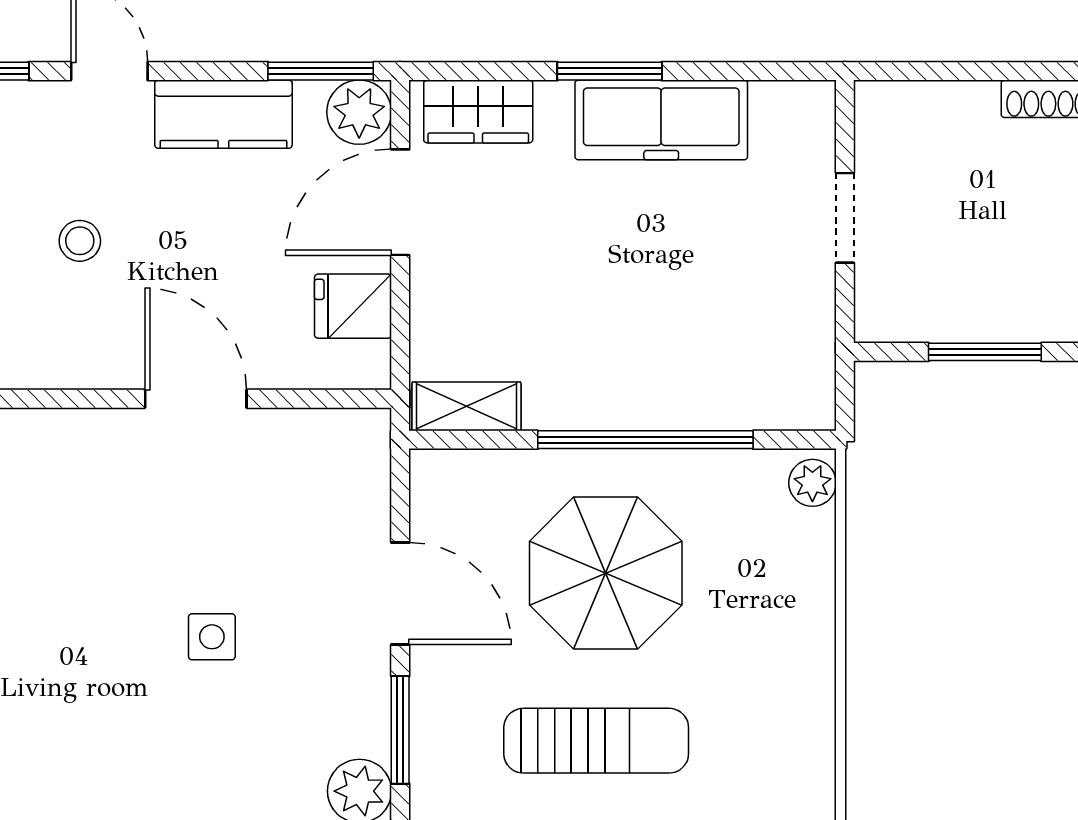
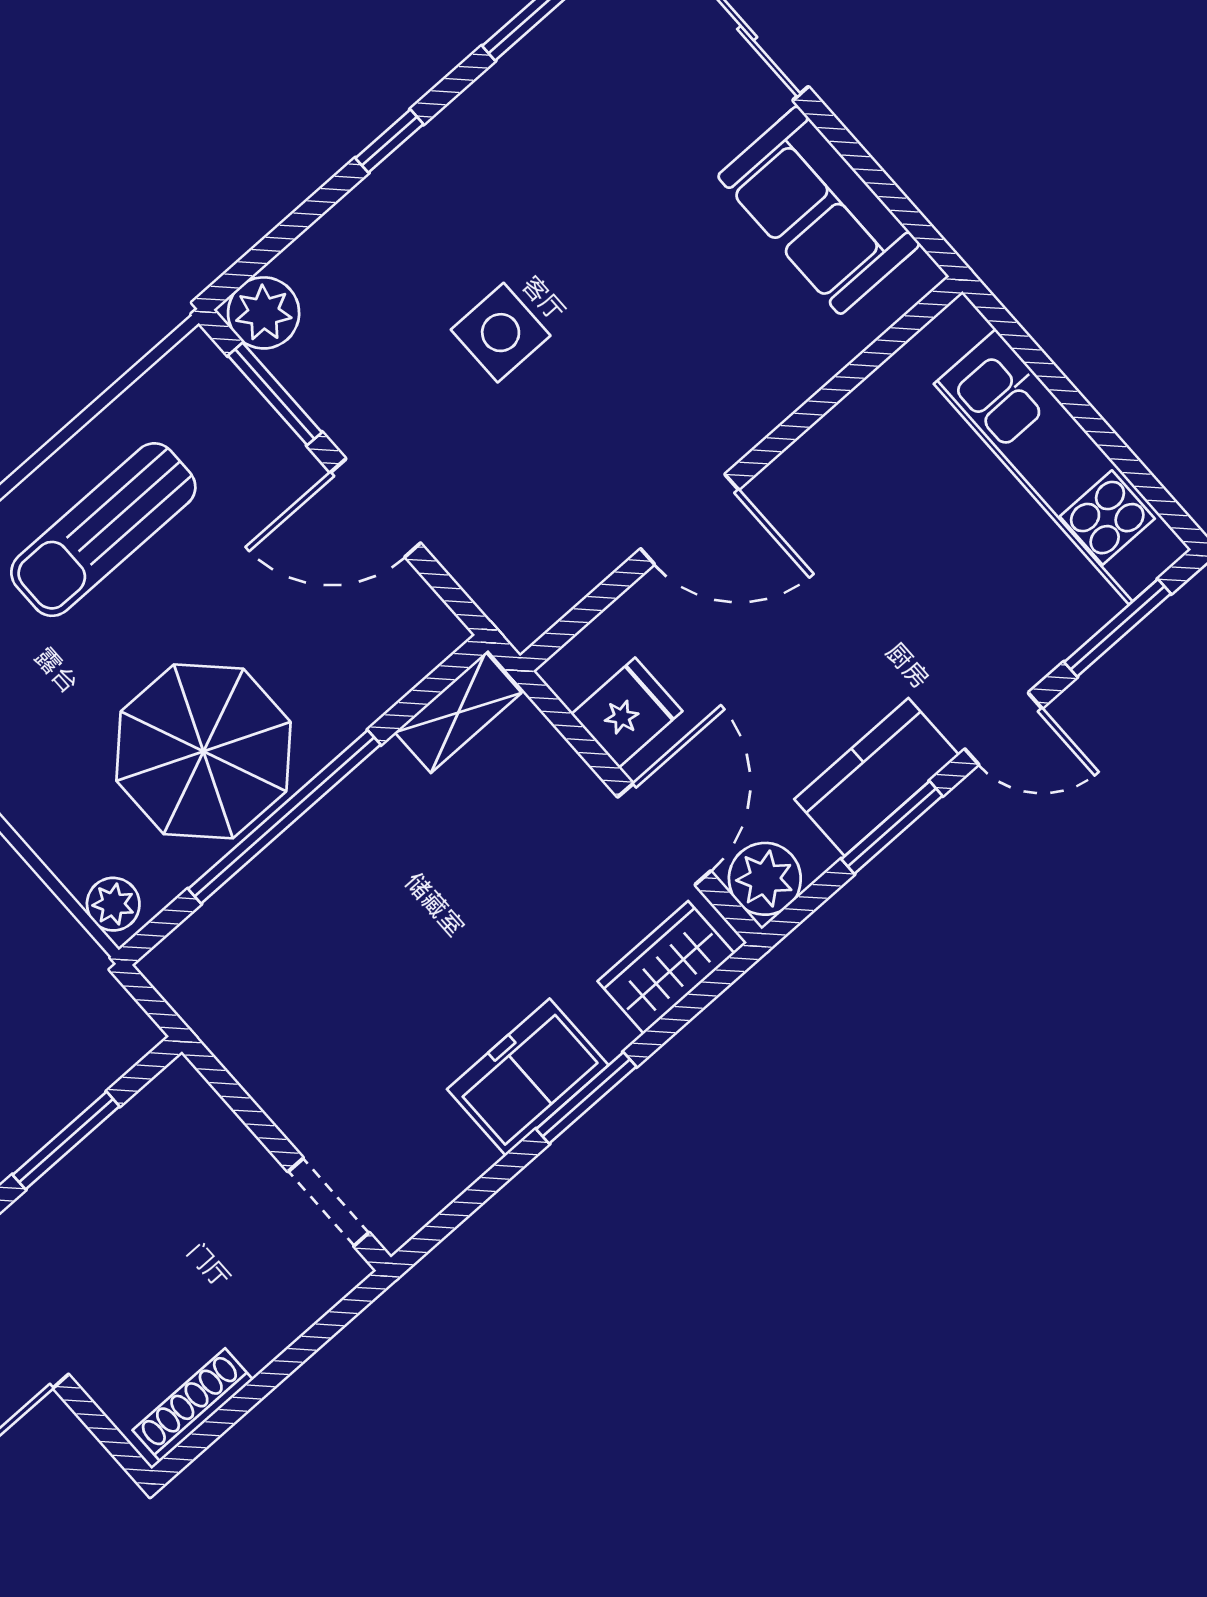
window: (321, 71) -> (892, 827), moved
freezer: (661, 120) -> (528, 1077), width x0.71
doorway: (845, 218) -> (329, 1202), moved
stool: (80, 241) -> (903, 565), removed
parasol: (606, 573) -> (203, 751), moved
side table: (212, 637) -> (501, 333), width x1.37, depth x1.37

